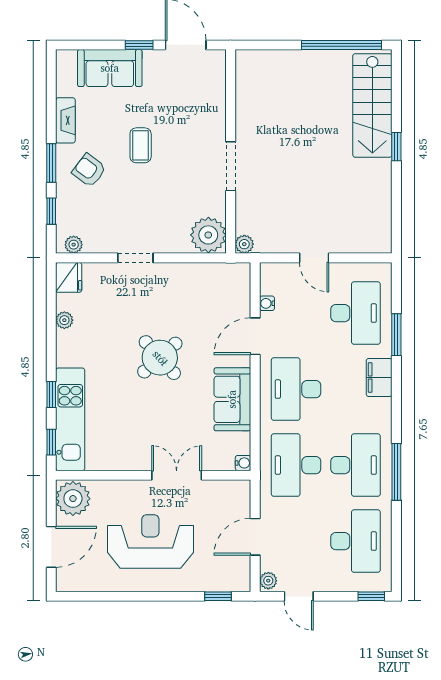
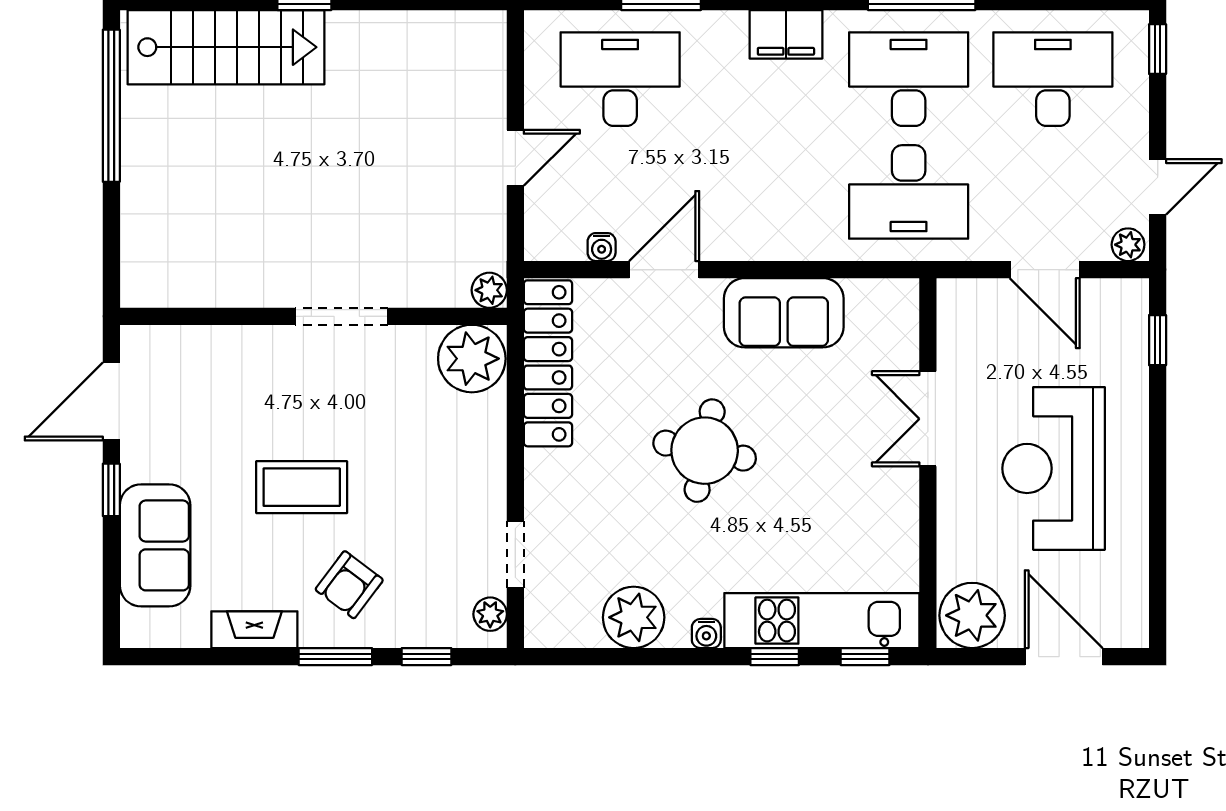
coffee table: (141, 145) -> (302, 487), width x1.36, depth x1.30
doorway: (135, 258) -> (515, 555), moved
locker: (206, 275) -> (548, 363), added
fridge: (69, 277) -> (552, 623), removed
plant: (64, 320) -> (634, 617), width x1.88, depth x1.88
door: (255, 336) -> (664, 270), swing flipped
round table: (160, 358) -> (705, 451), turned -37
filing cabinet: (379, 377) -> (786, 34), moved
desk: (296, 389) -> (764, 192), removed
water cooler: (243, 463) -> (706, 634), moved, turned 180

